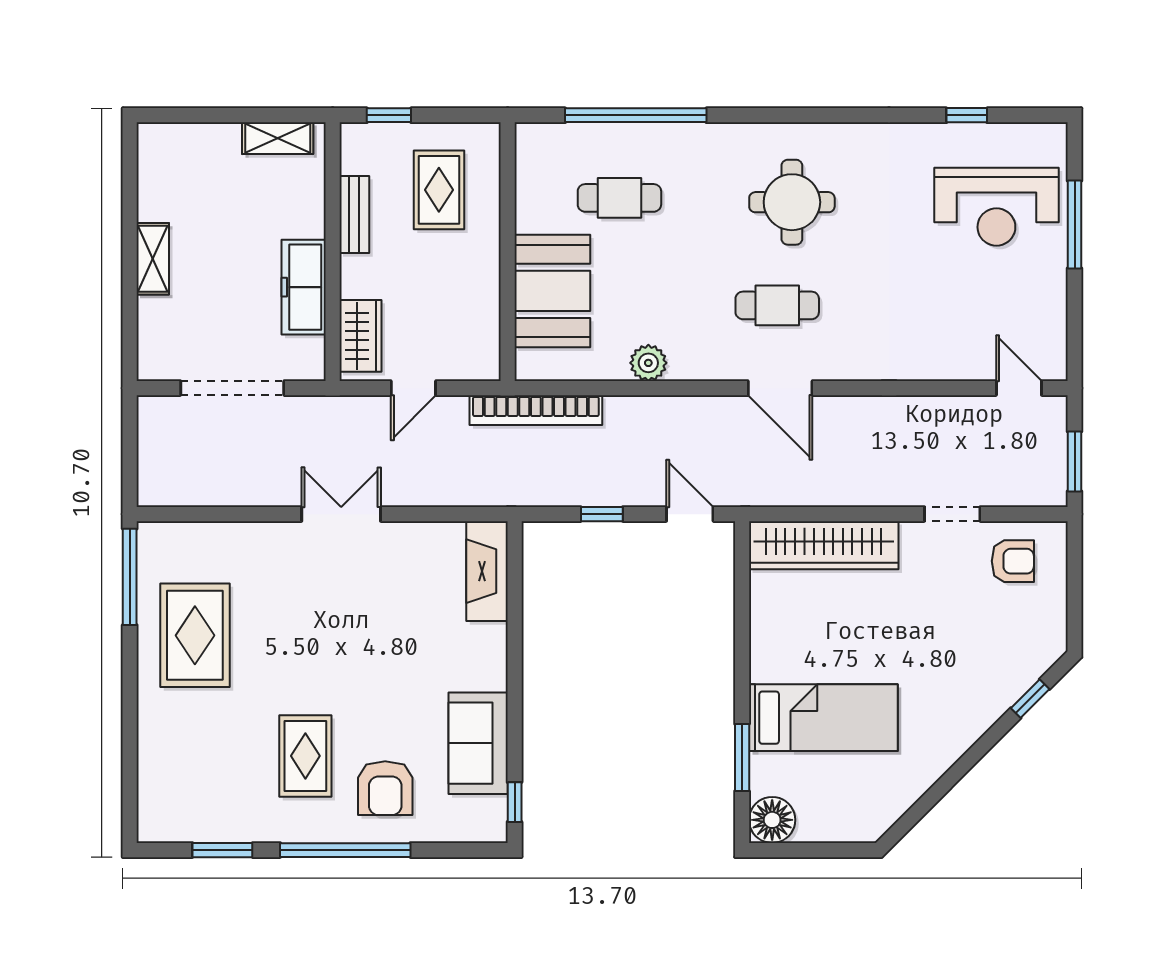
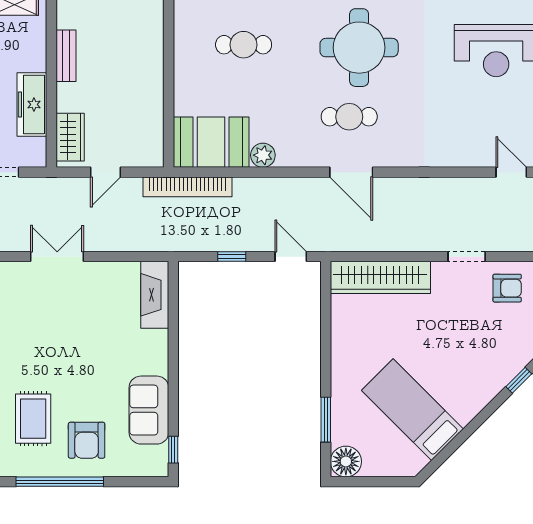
rug: (439, 190) -> (123, 39), removed
round table: (792, 202) -> (359, 48), width x1.36, depth x1.36
booth: (552, 291) -> (211, 142), moved, turned 90
bed: (823, 718) -> (412, 410), moved, turned -135

